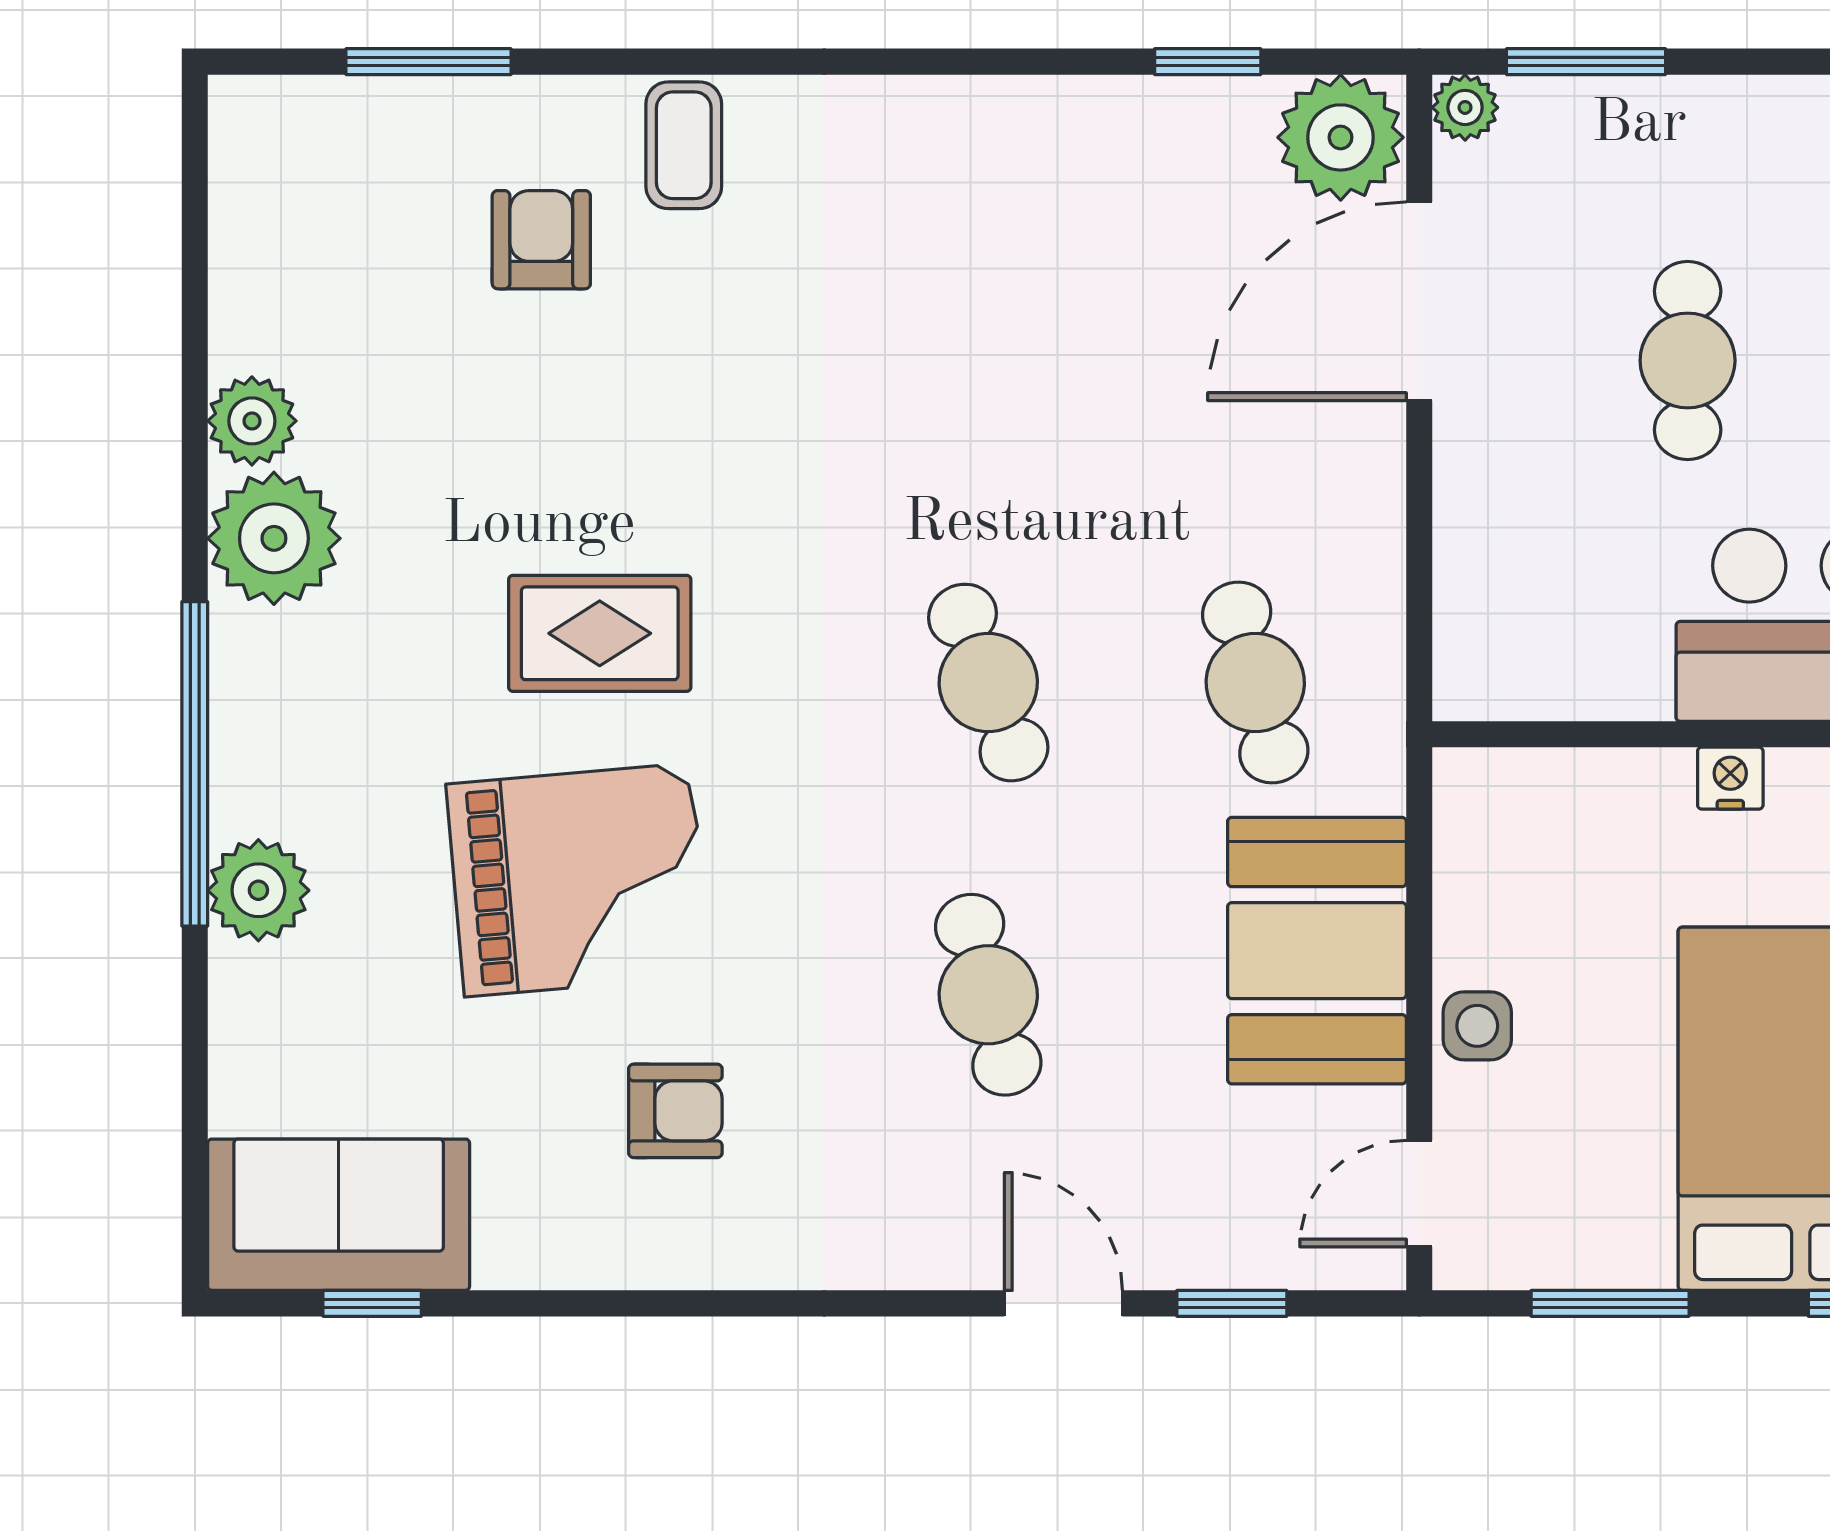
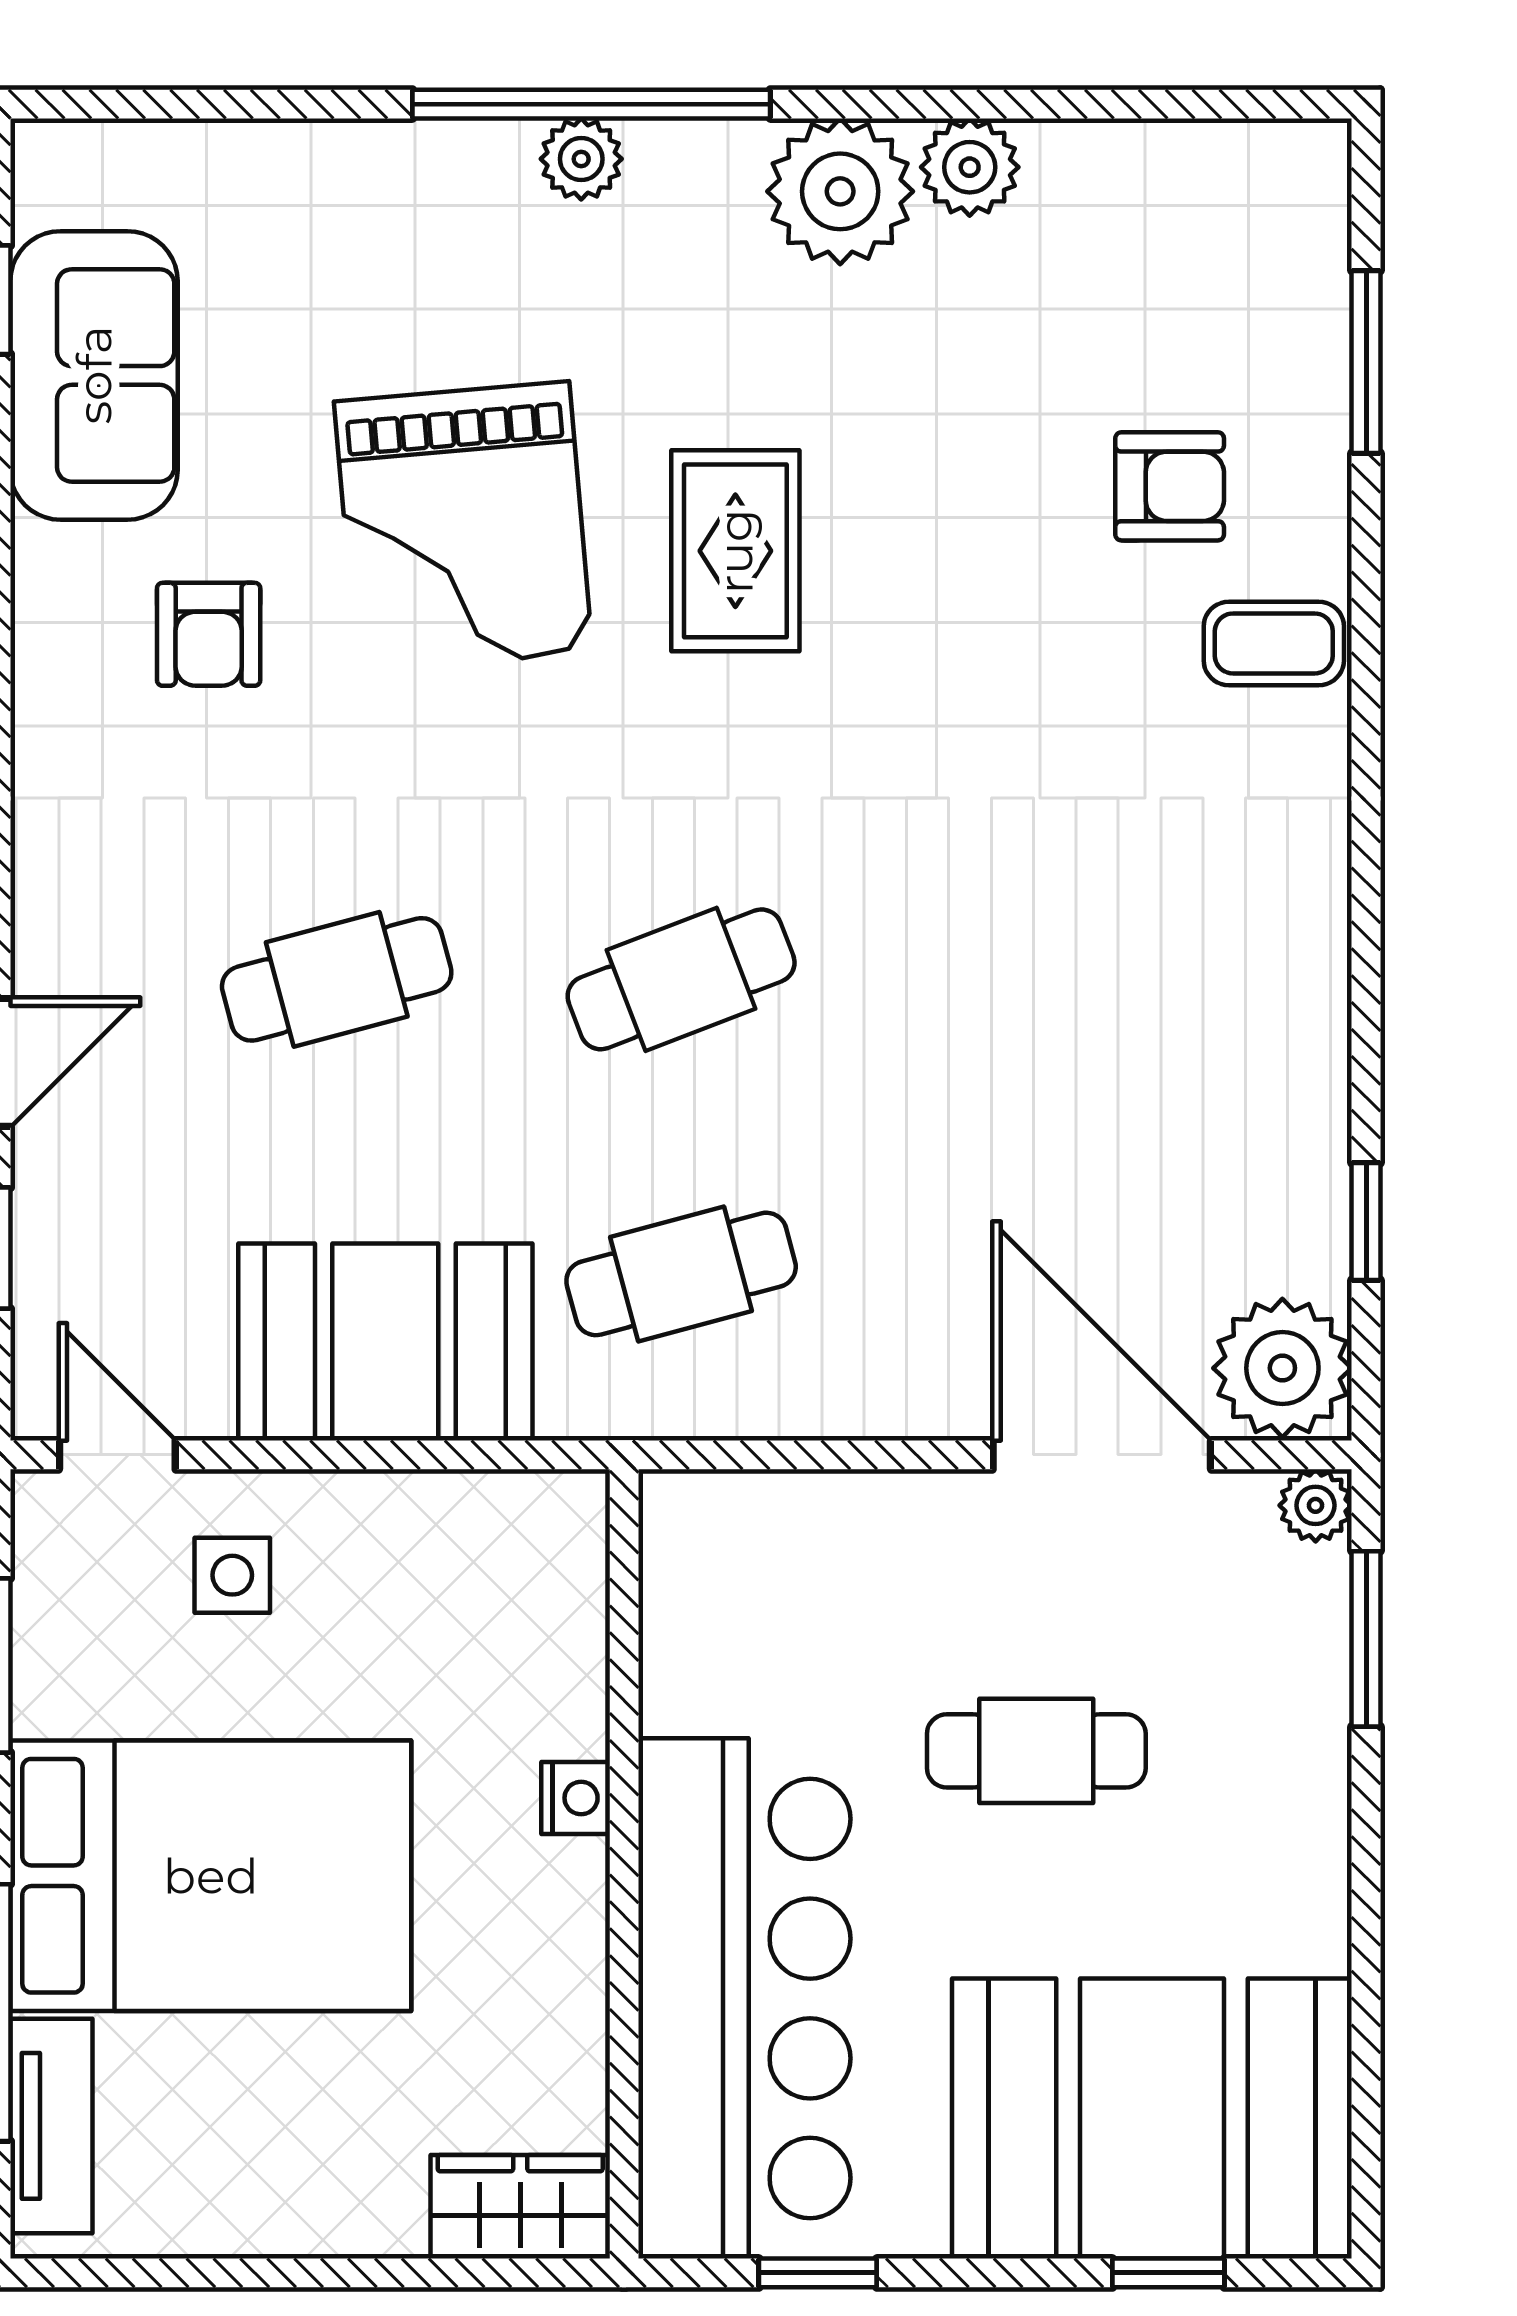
plant: (258, 890) -> (581, 159), moved, width x0.73, depth x0.73
side table: (1477, 1026) -> (232, 1575), moved
sofa: (339, 1215) -> (94, 375), moved

